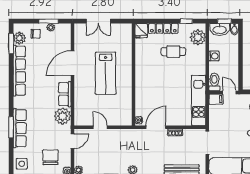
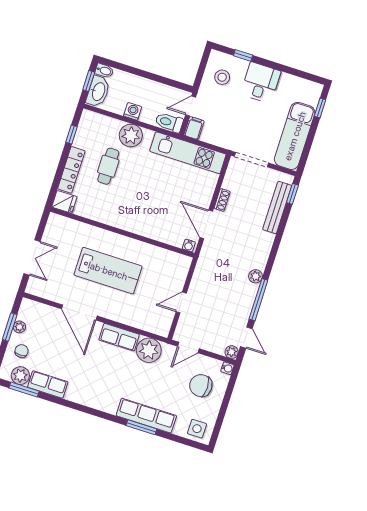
plant: (198, 37) -> (131, 135), moved
row of seats: (19, 71) -> (48, 384), width x0.50
door: (73, 141) -> (188, 347), swing flipped

